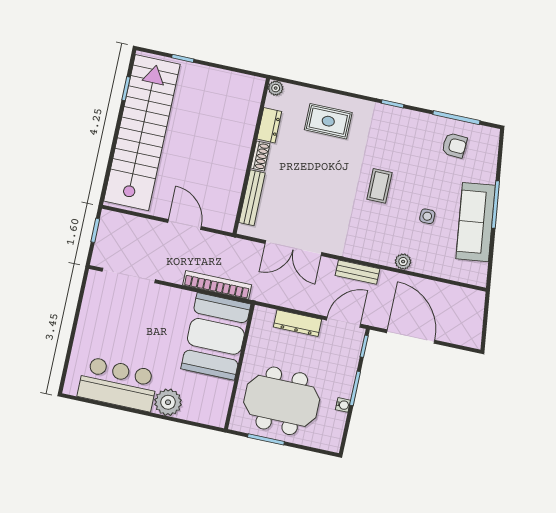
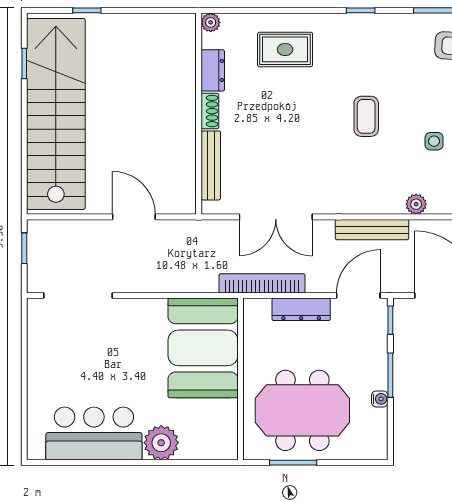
bench: (358, 272) -> (372, 230), width x1.36
bookcase: (217, 285) -> (262, 283), moved

